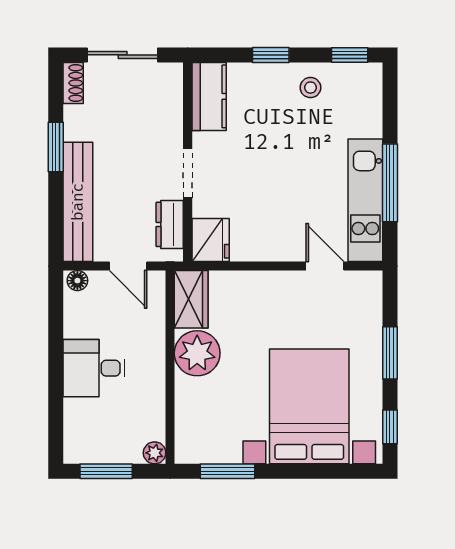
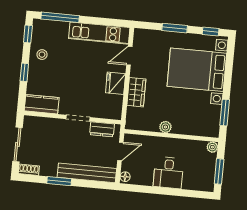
window: (390, 183) -> (60, 17), moved
fridge: (211, 240) -> (116, 83), moved, turned -90
wardrobe: (191, 299) -> (136, 92), moved, turned 90
plant: (197, 353) -> (165, 127), width x0.53, depth x0.53

